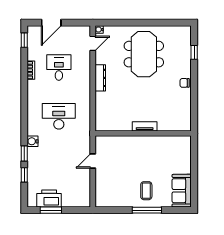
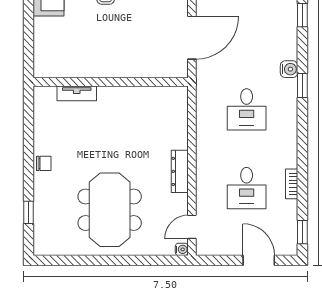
door: (51, 23) -> (259, 260), hinge flipped
desk: (59, 116) -> (247, 109), width x0.73
tv unit: (145, 126) -> (77, 93), moved
window: (24, 154) -> (302, 85), moved
door: (93, 161) -> (192, 38), width x1.88

